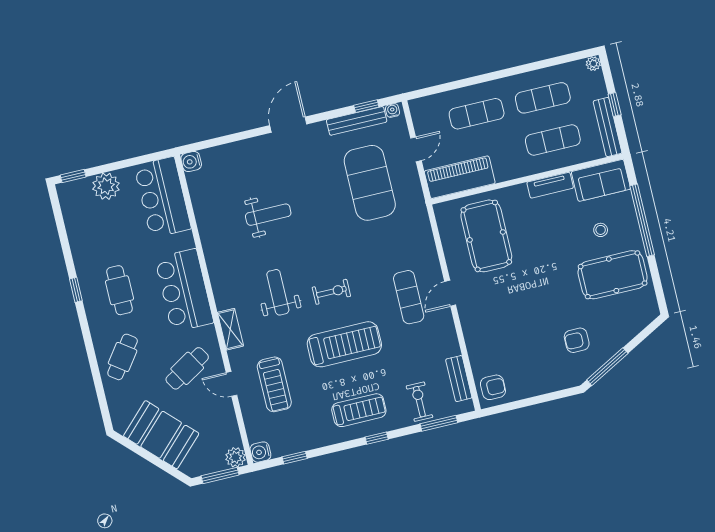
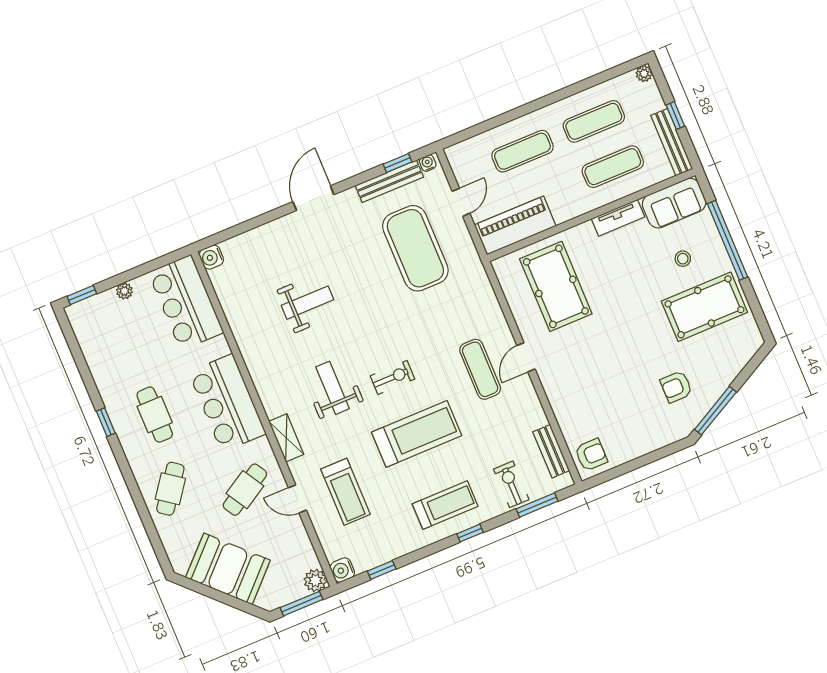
plant: (106, 186) -> (124, 291), width x0.53, depth x0.53

